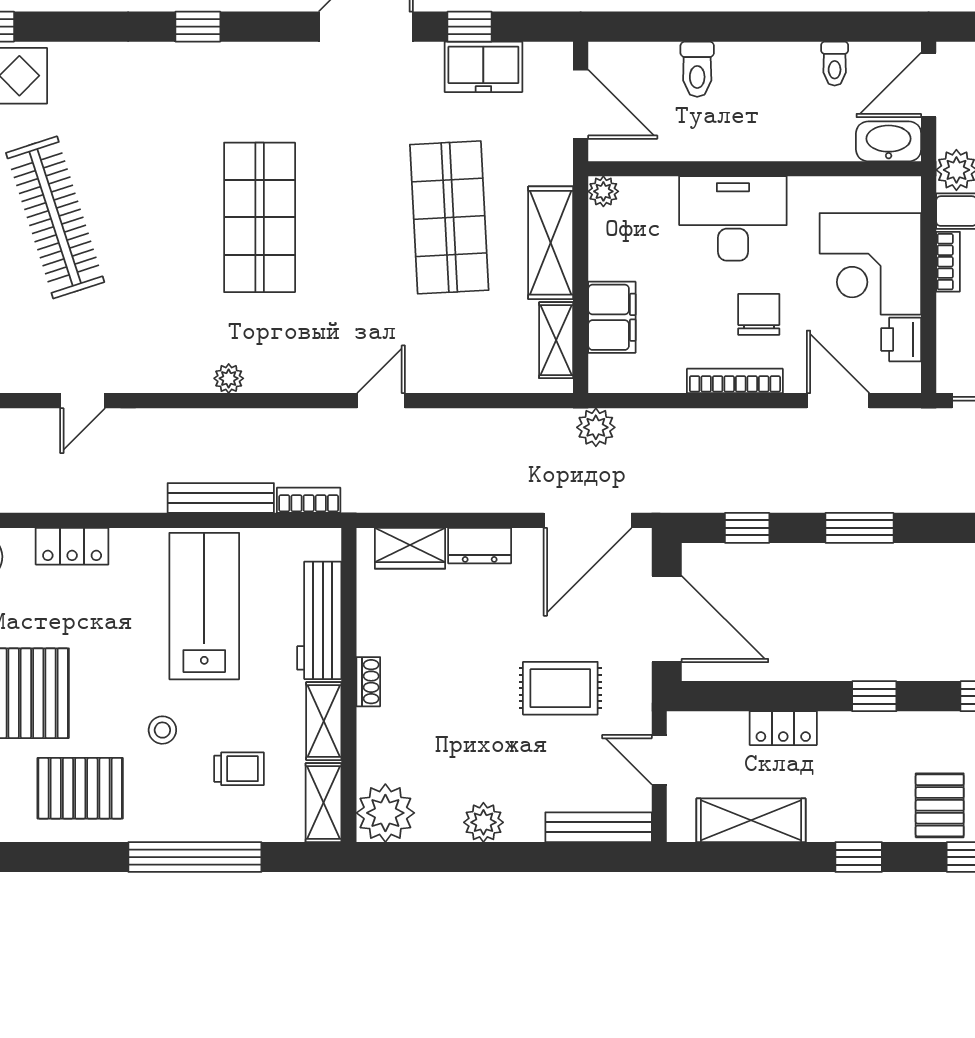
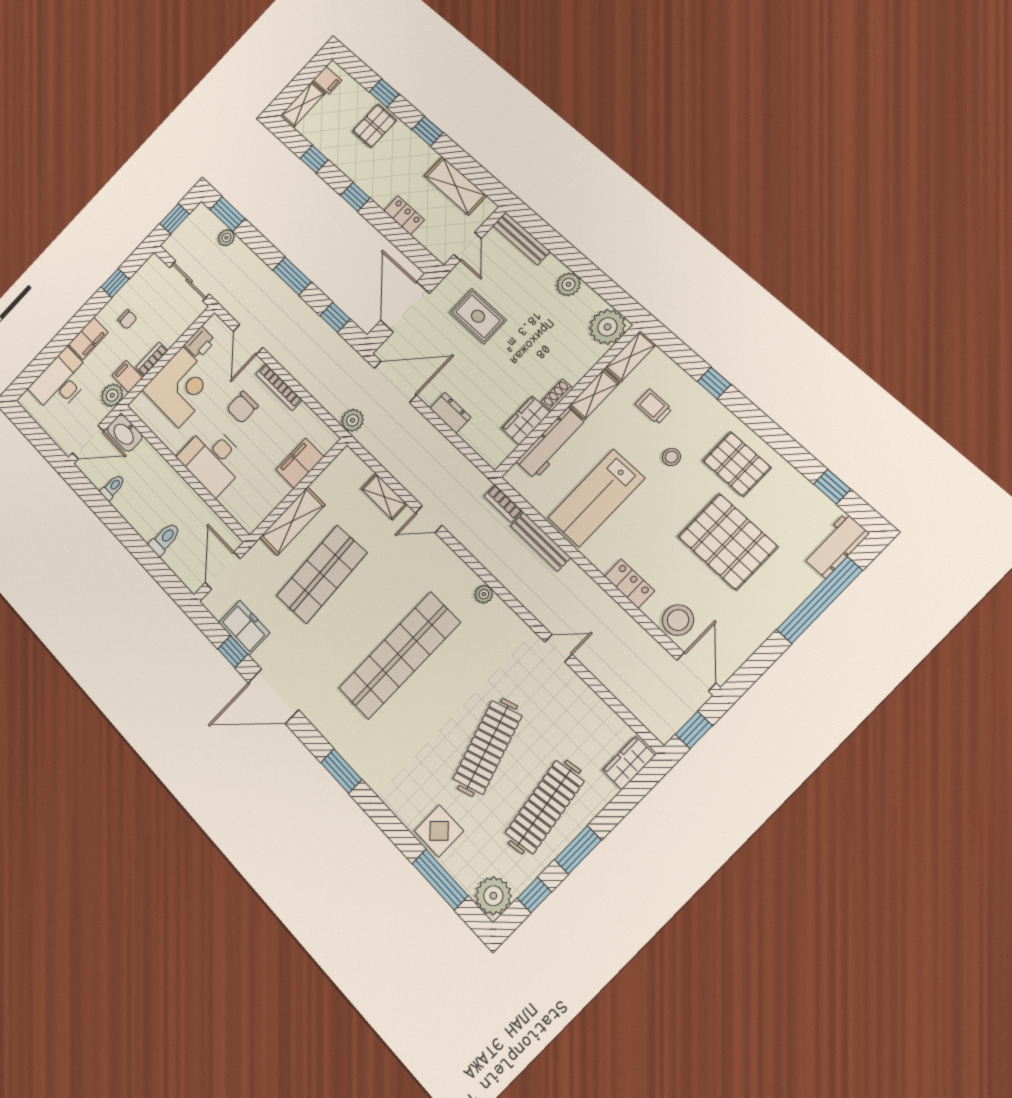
window: (198, 27) -> (341, 771), width x1.50
plant: (603, 191) -> (251, 523), removed
shop shelf: (260, 217) -> (399, 655), width x1.40
shelving: (556, 340) -> (384, 497), moved, turned 90
wardrobe: (410, 548) -> (526, 420), moved, turned -90
window: (195, 857) -> (714, 383), width x0.32

